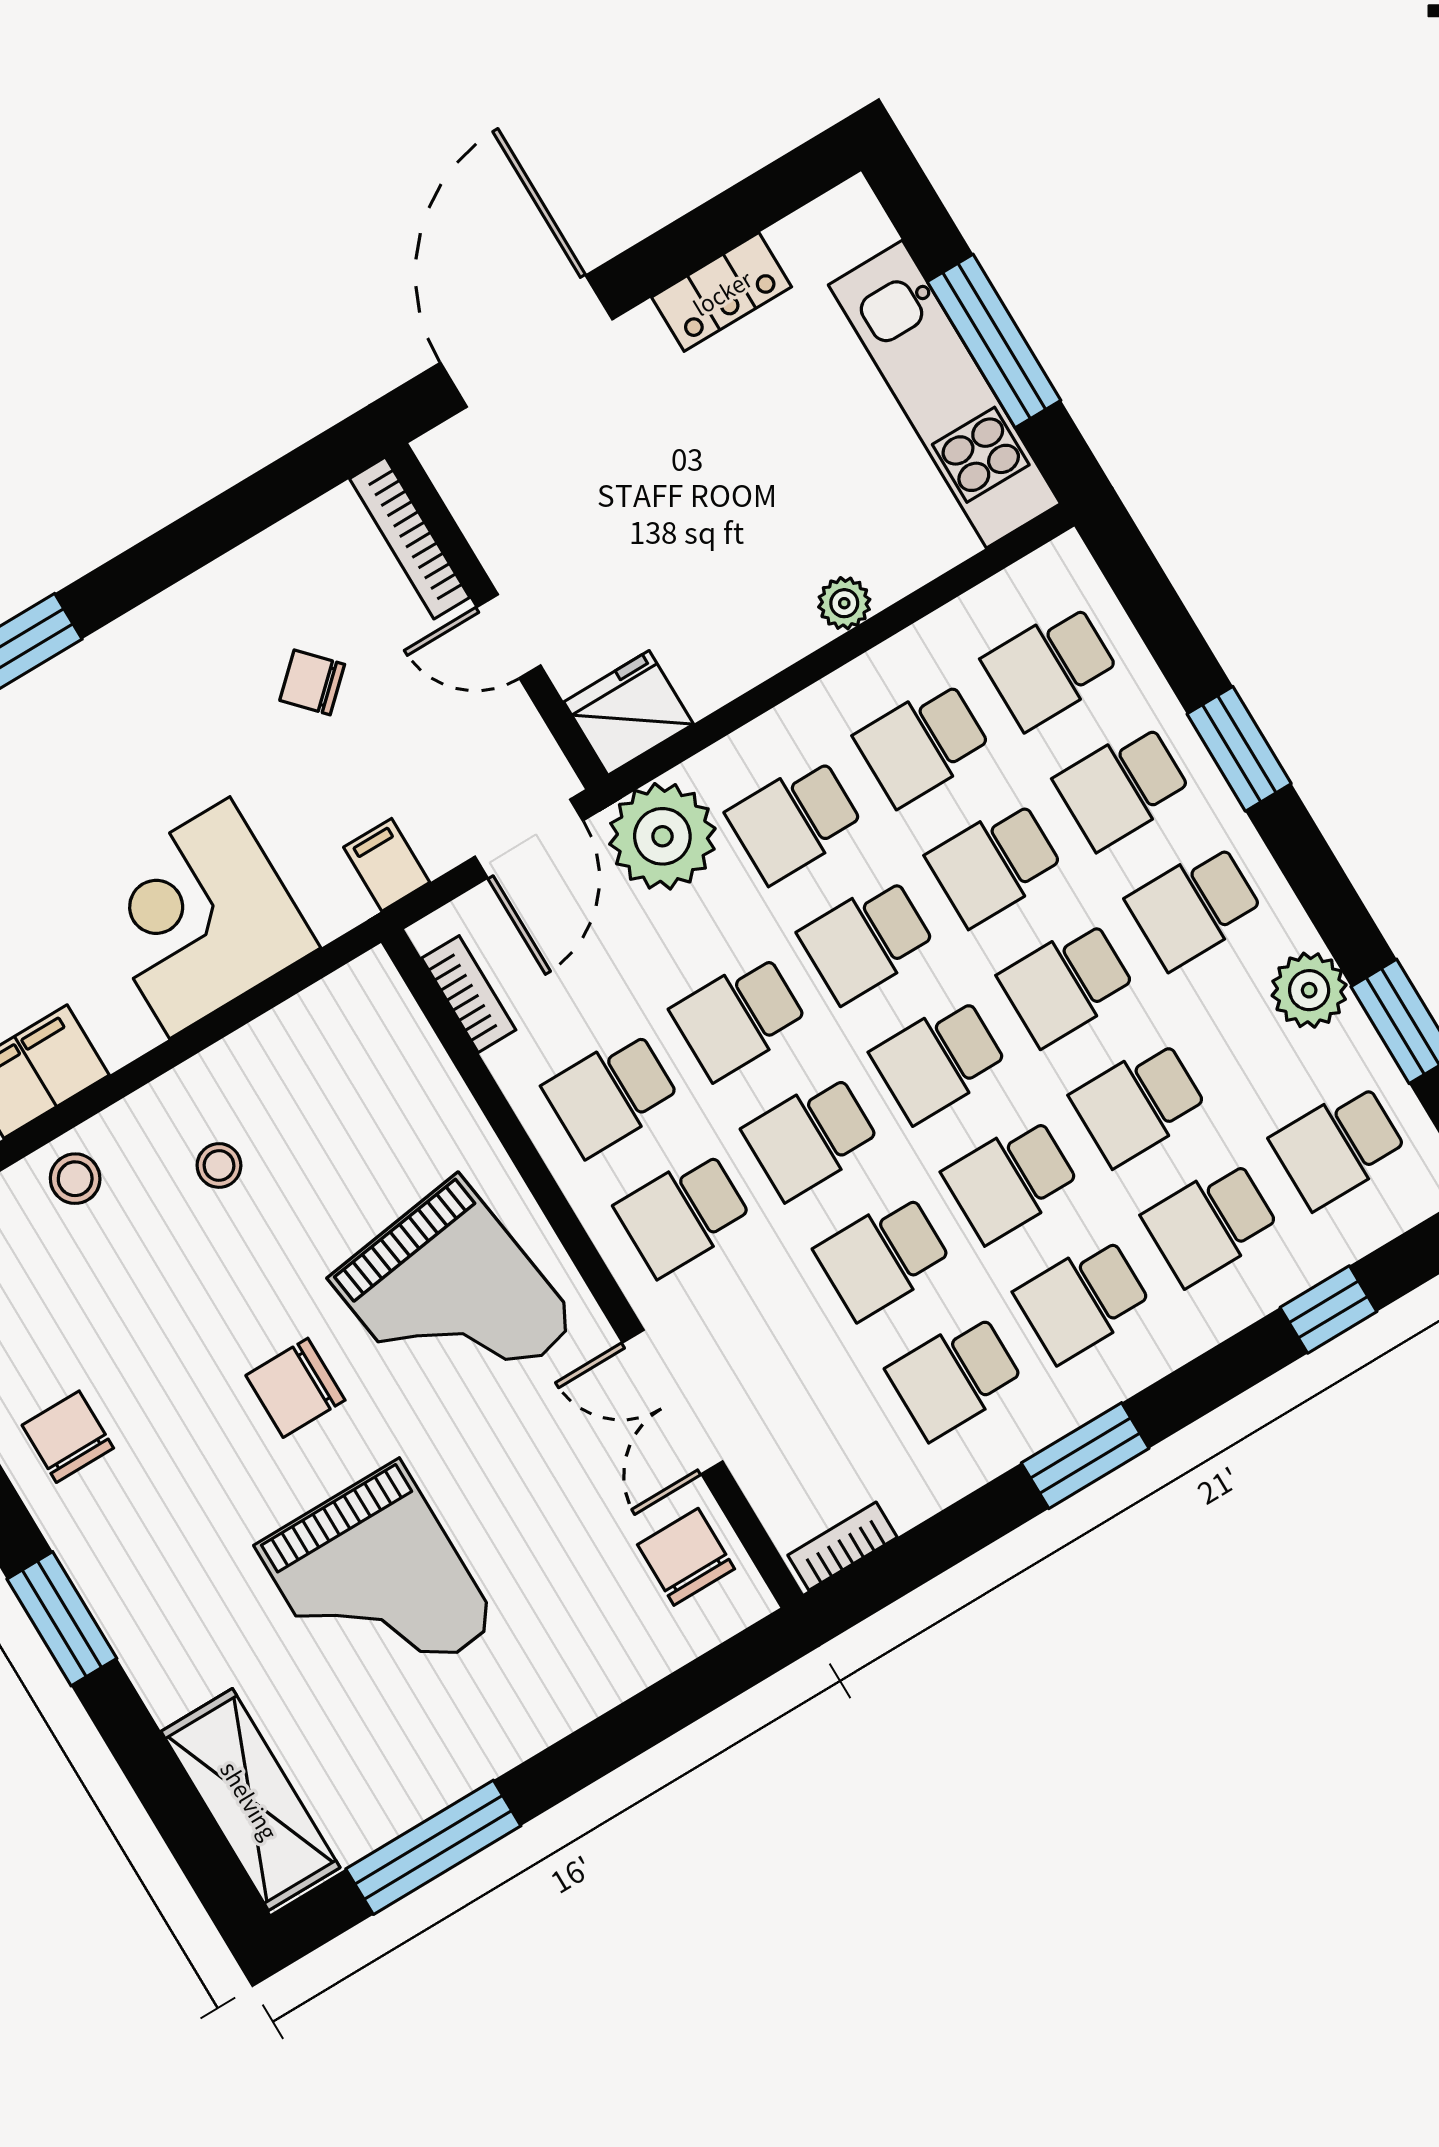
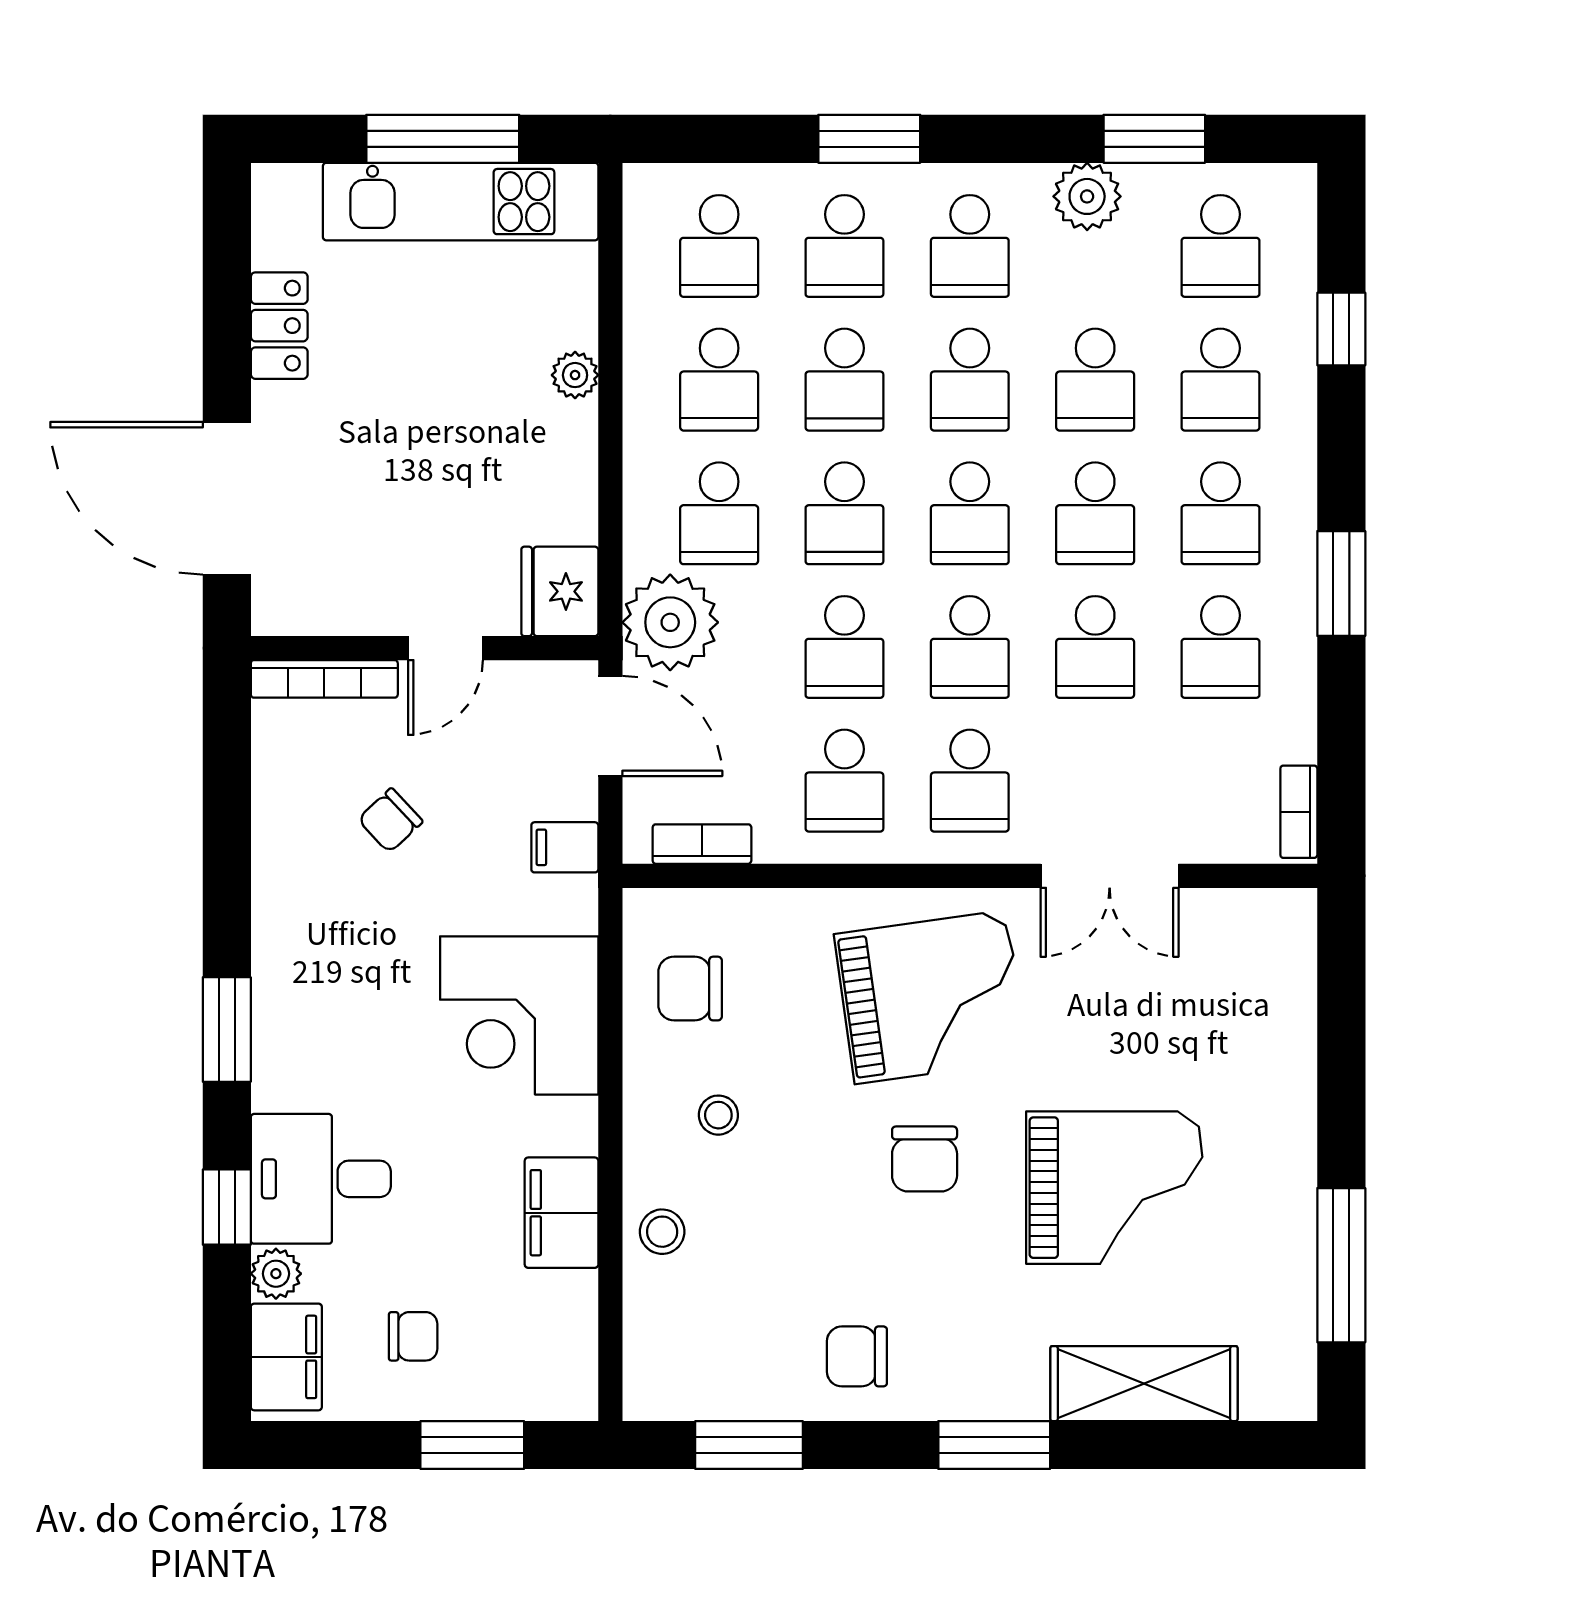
chair: (686, 1557) -> (690, 989), moved
shelving: (250, 1800) -> (1144, 1384), moved

